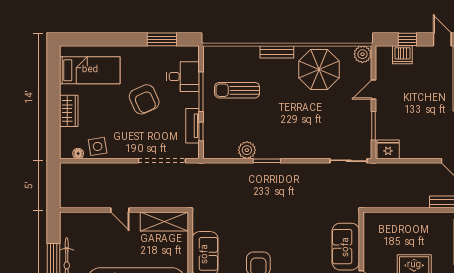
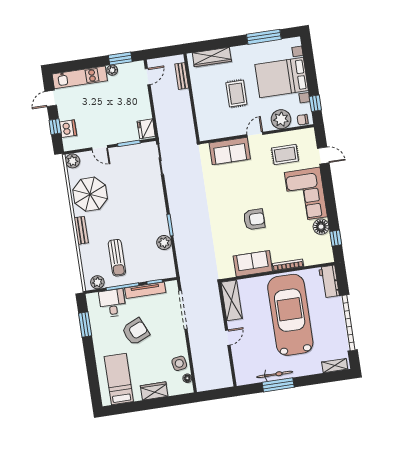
plant: (211, 62) -> (97, 282), added
tv unit: (193, 126) -> (145, 290), width x1.41

